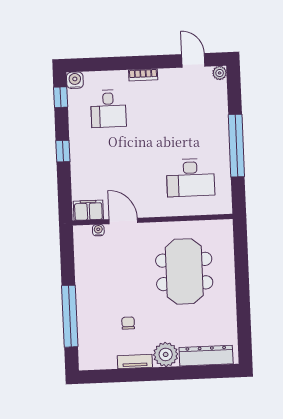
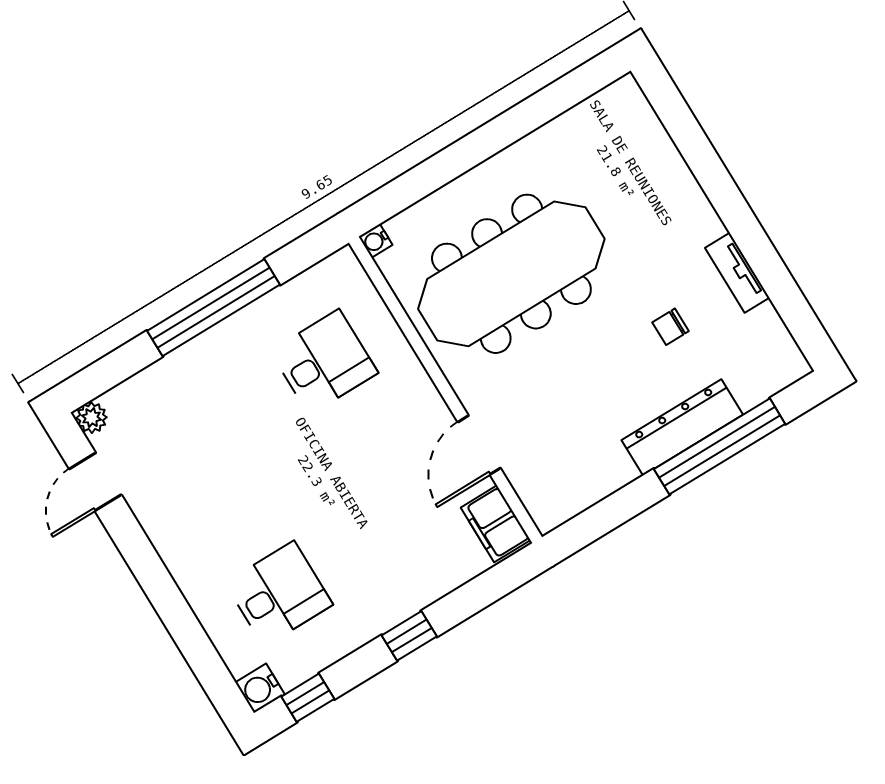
bookcase: (143, 75) -> (177, 563), removed
desk: (190, 178) -> (324, 362), width x0.73
water cooler: (98, 230) -> (376, 241), moved
meeting table: (184, 271) -> (511, 274), width x1.36
plant: (166, 354) -> (691, 221), removed
dresser: (206, 356) -> (682, 427), moved, turned 90

